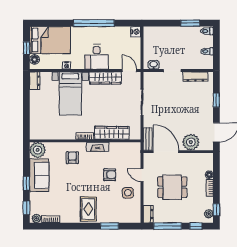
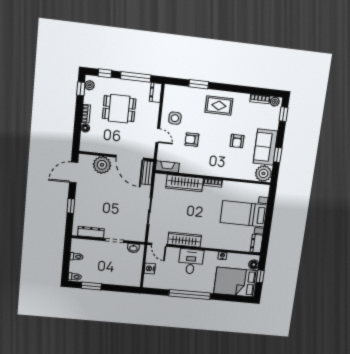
nightstand: (136, 32) -> (150, 269), moved
bed with nightstands: (70, 94) -> (244, 214), moved, turned -90
fireplace: (98, 147) -> (167, 167), moved
armchair: (72, 158) -> (237, 141), moved
window: (26, 183) -> (278, 155), moved
dining table: (172, 187) -> (119, 109), moved
rug: (88, 209) -> (219, 105), turned 90

